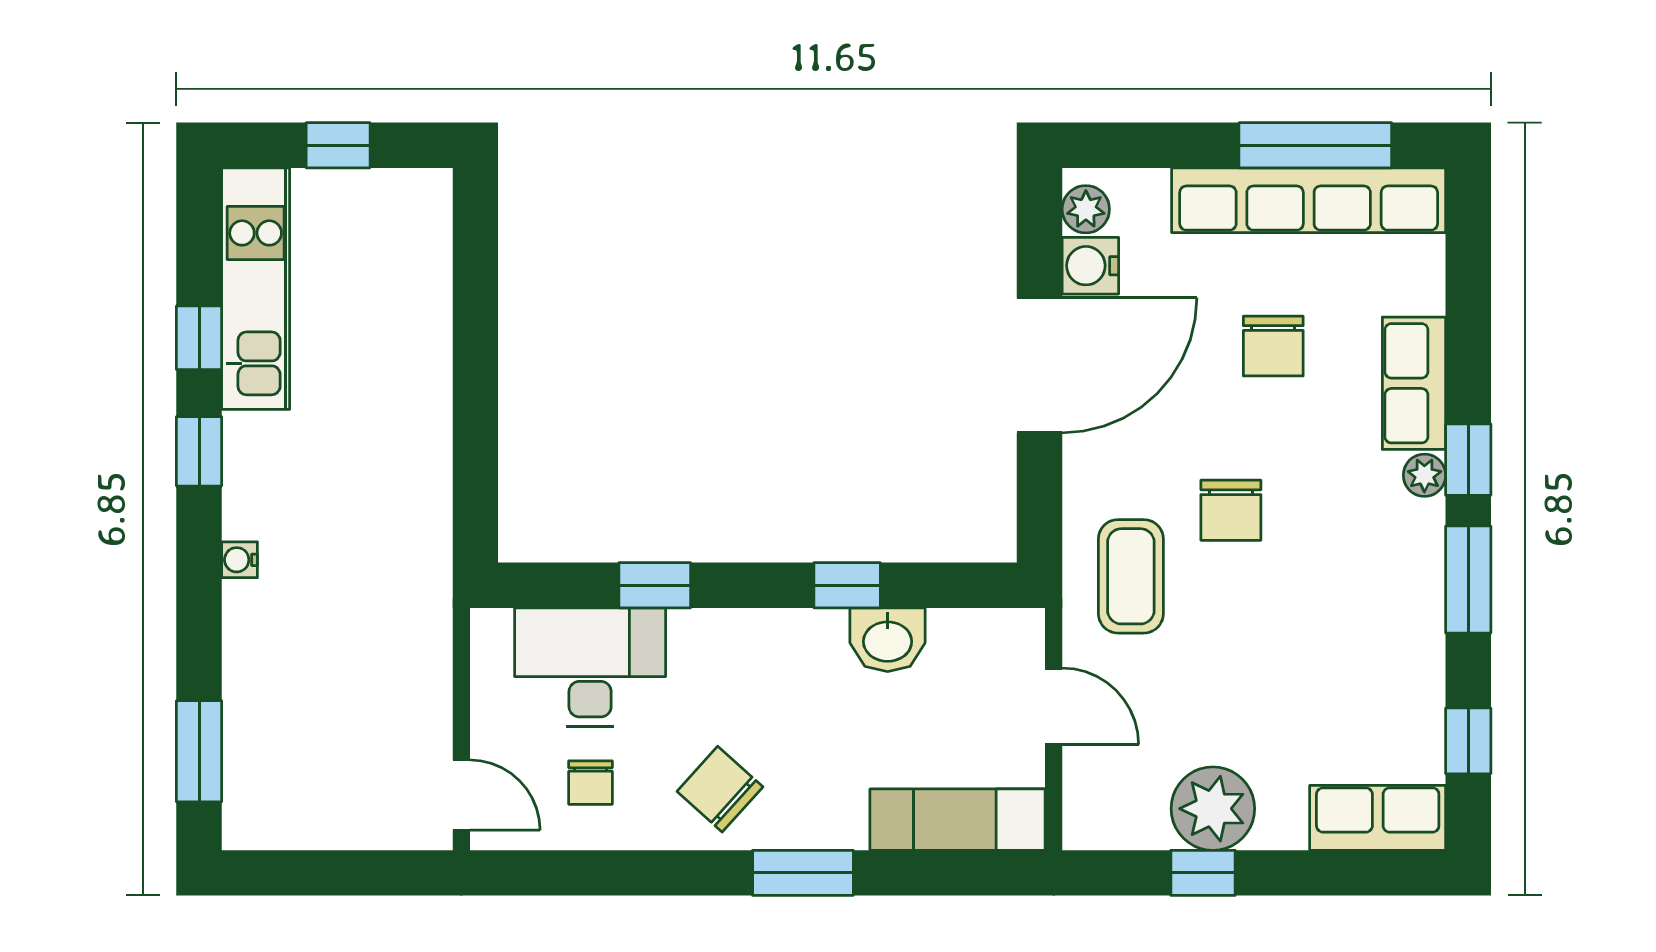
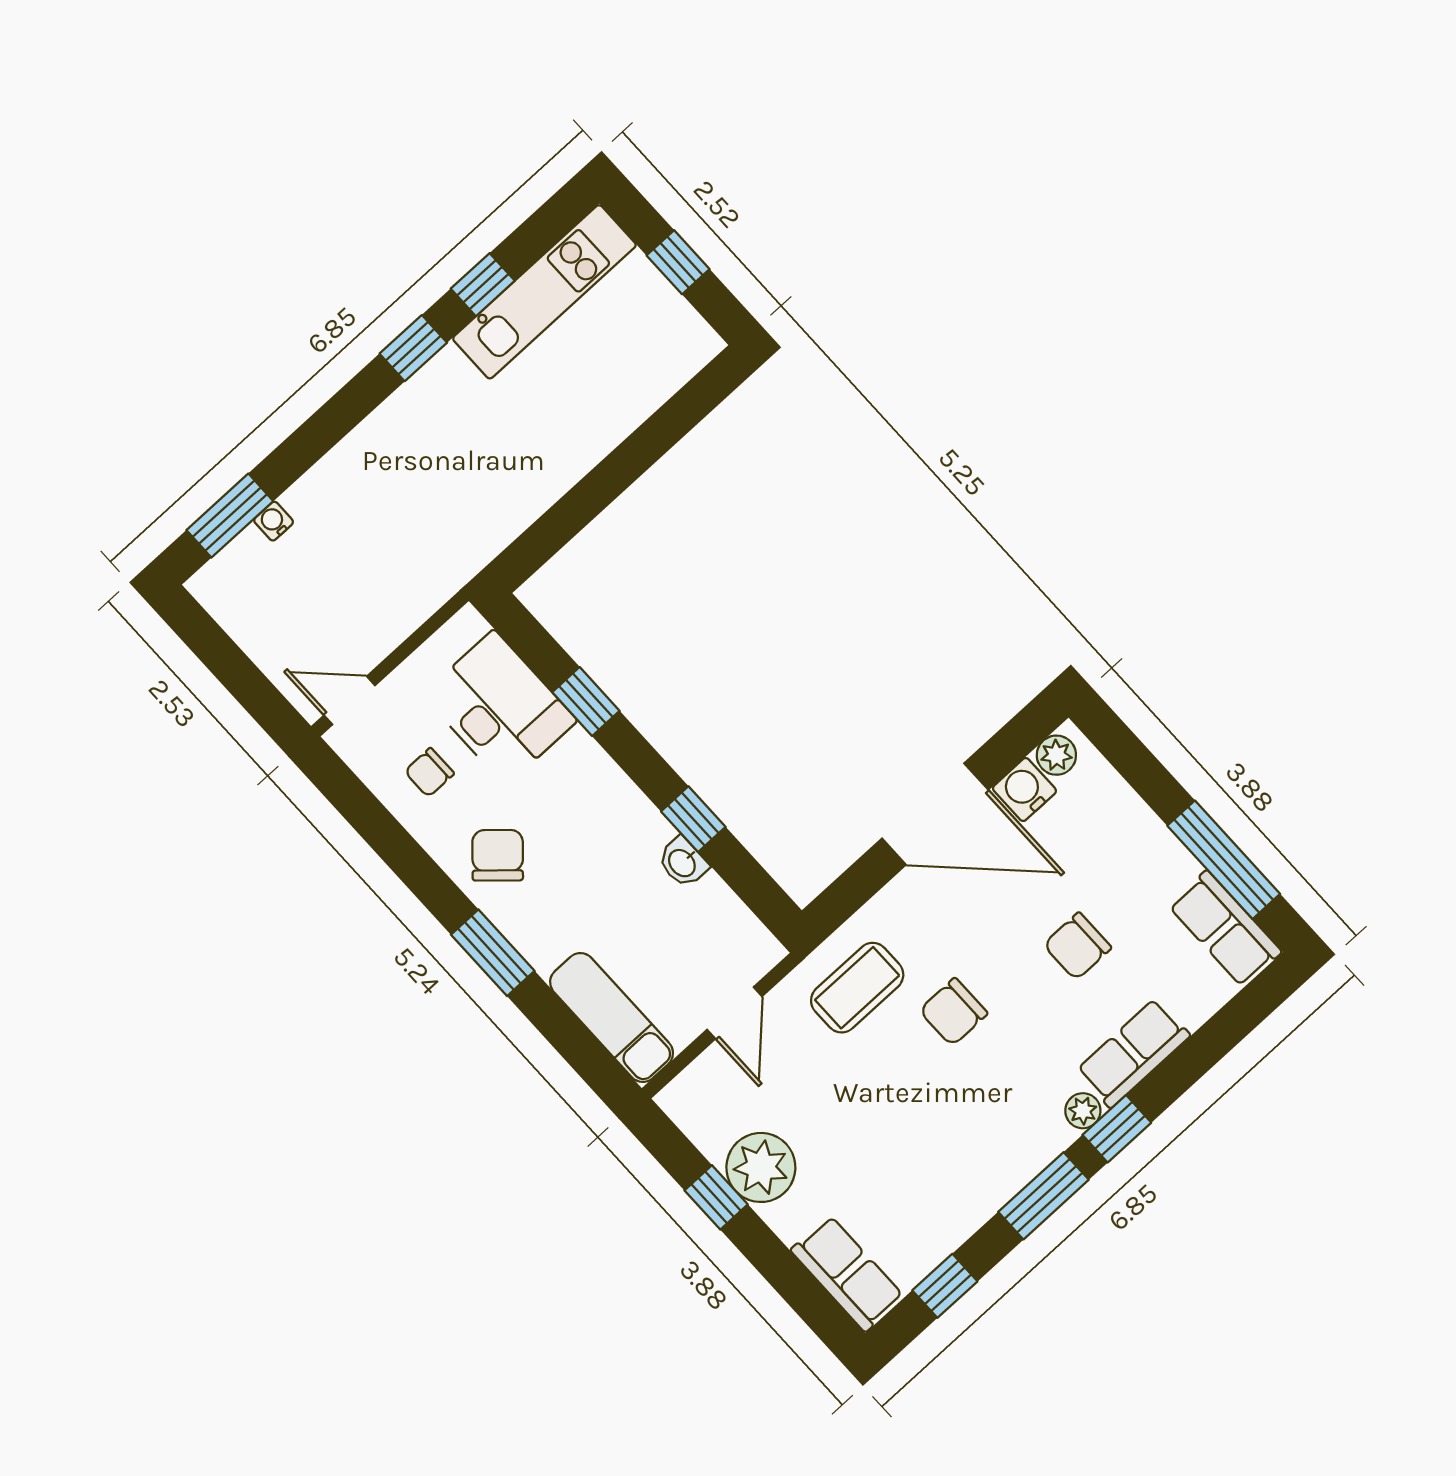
row of seats: (1309, 200) -> (1225, 929), width x0.50
water cooler: (240, 560) -> (274, 521), moved
washbasin: (888, 640) -> (683, 862), width x0.72, depth x0.69
door: (461, 795) -> (350, 700), swing flipped

